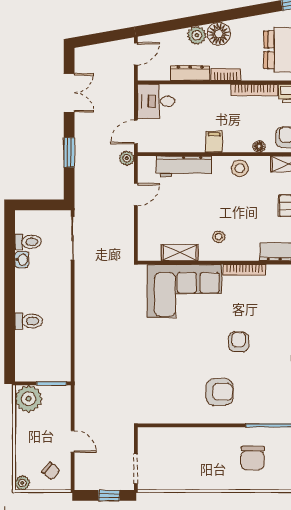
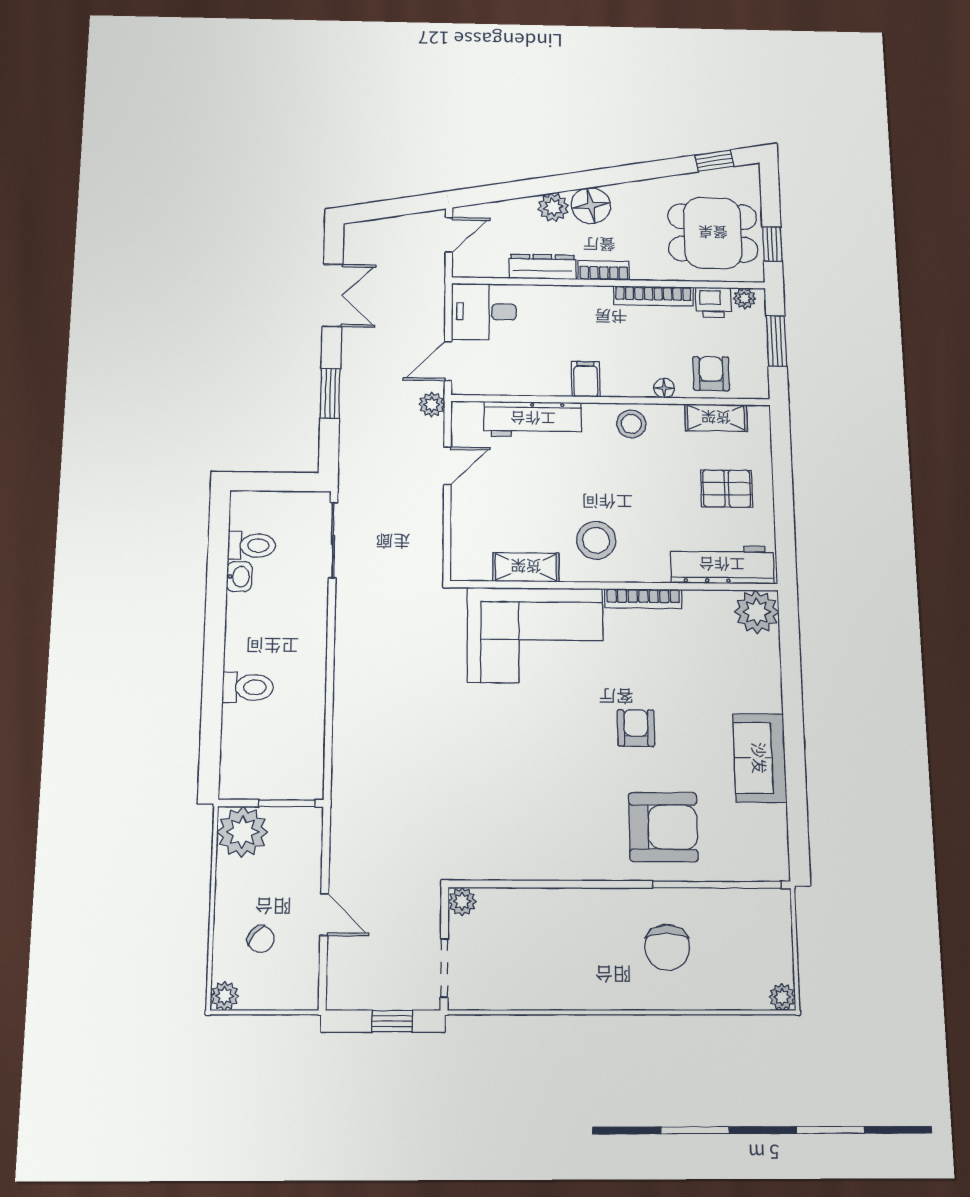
stool: (219, 237) -> (596, 540), width x1.89, depth x1.89
armchair: (219, 392) -> (663, 827), moved, width x1.36, depth x1.36
plant: (145, 435) -> (462, 902), added
chair: (51, 471) -> (261, 939), moved

